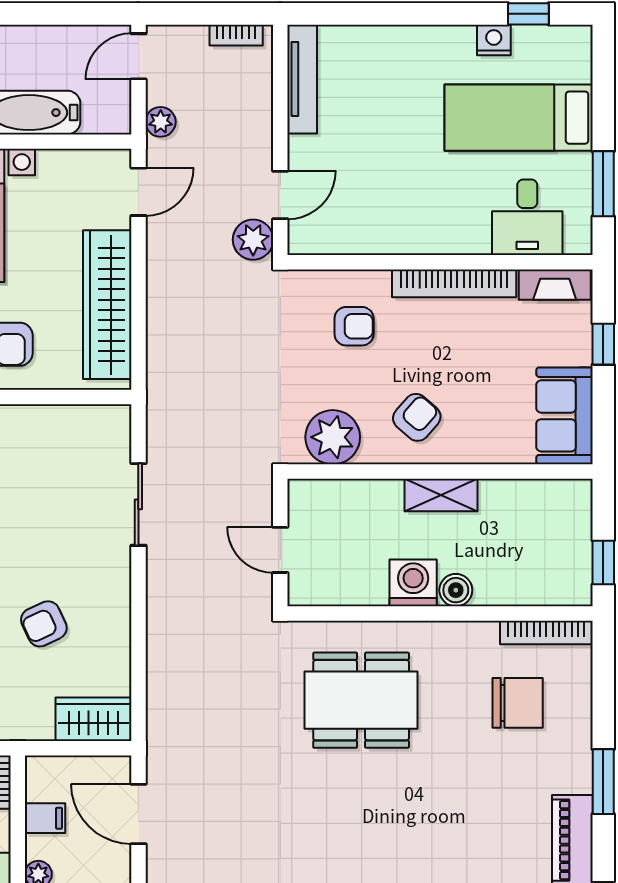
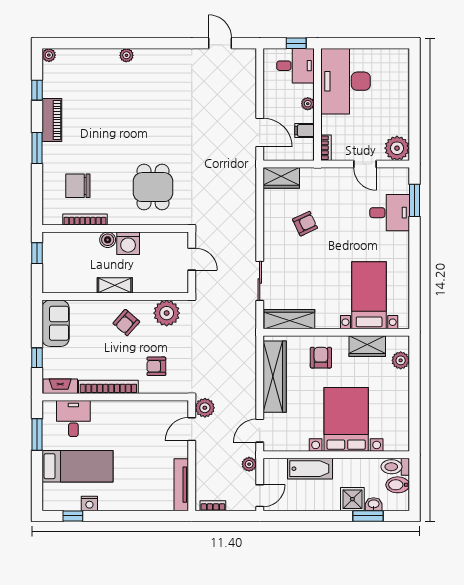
wardrobe: (77, 425) -> (289, 319), added
bookcase: (546, 632) -> (85, 220), moved
dining table: (361, 700) -> (153, 187), width x0.73

